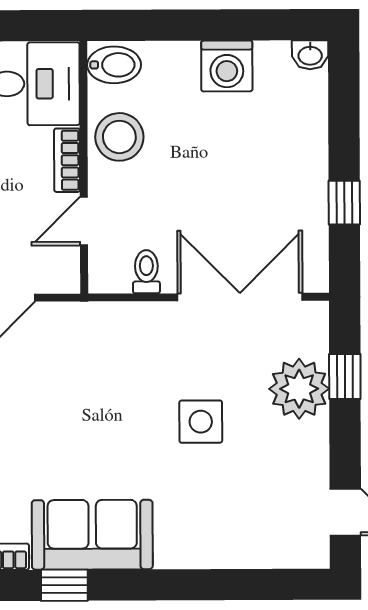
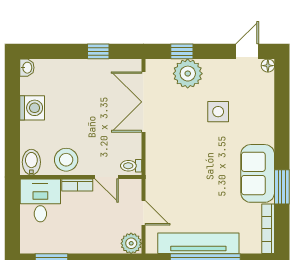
toilet: (146, 272) -> (131, 166), moved
side table: (201, 422) -> (218, 112), moved
floor lamp: (316, 555) -> (268, 66), added
window: (64, 585) -> (282, 187), width x1.50

